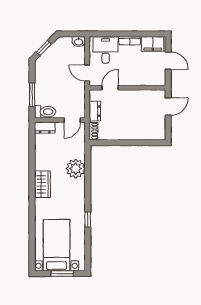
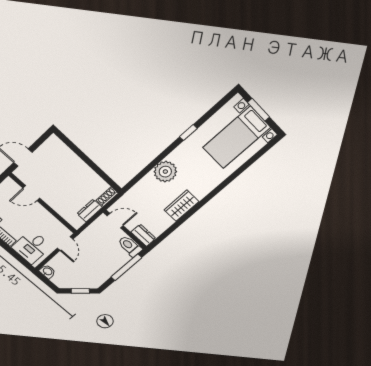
door: (110, 88) -> (31, 193), moved
window: (32, 95) -> (126, 267), width x1.44
plant: (76, 169) -> (165, 172), moved
wardrobe: (42, 184) -> (181, 206), moved

